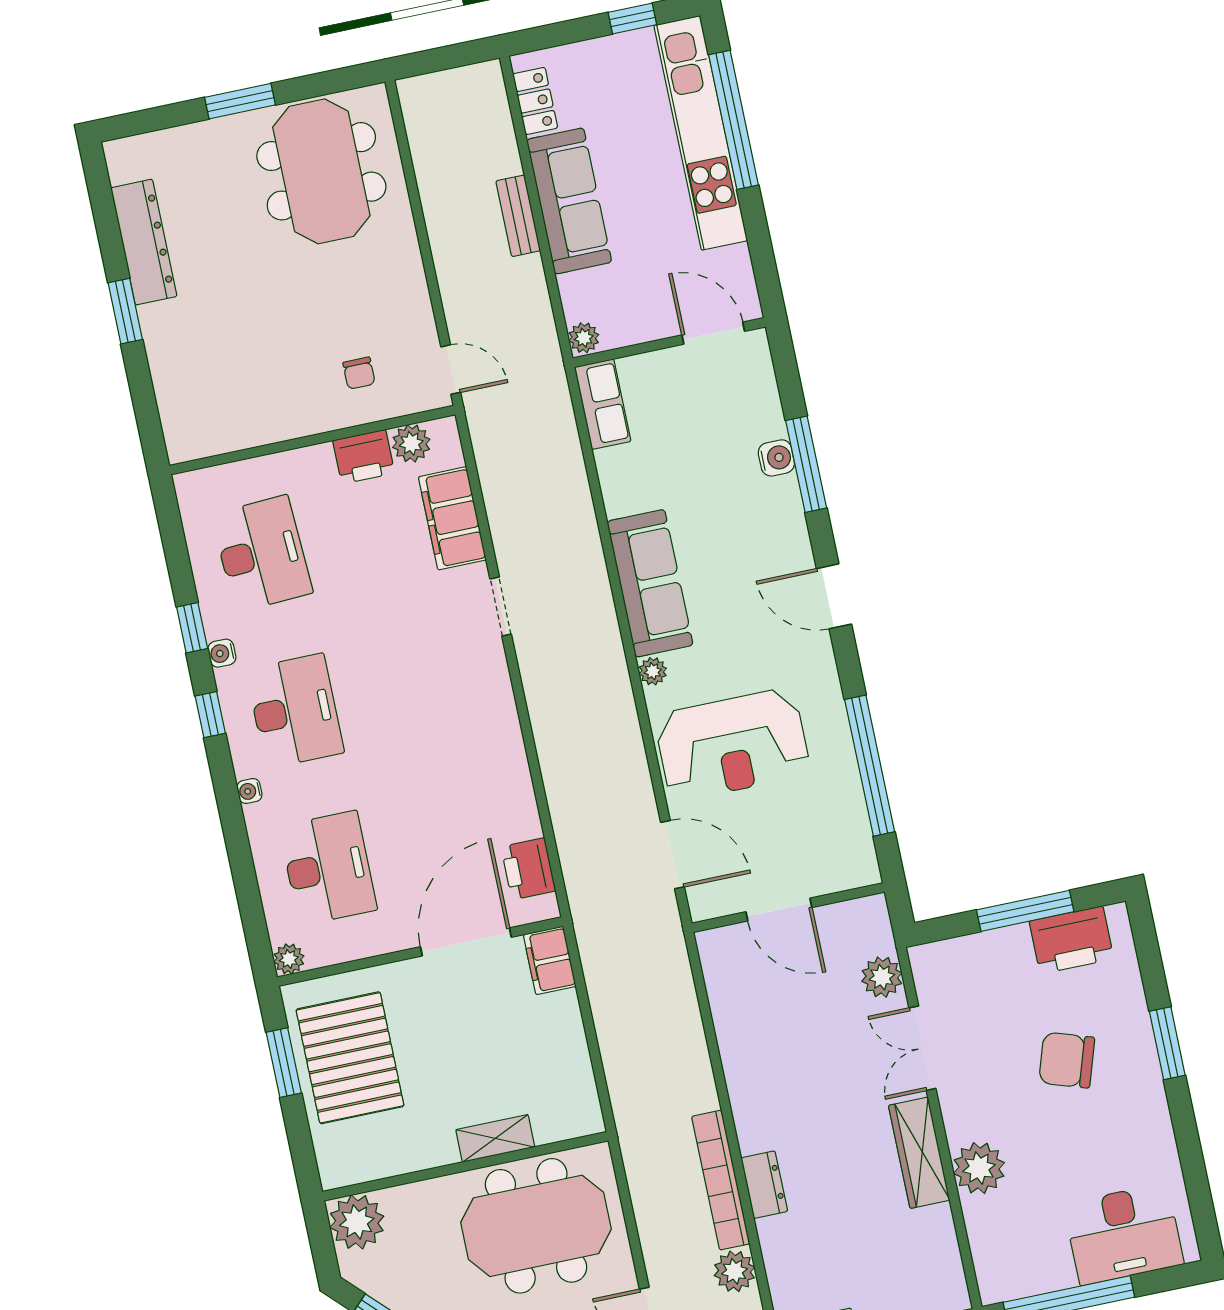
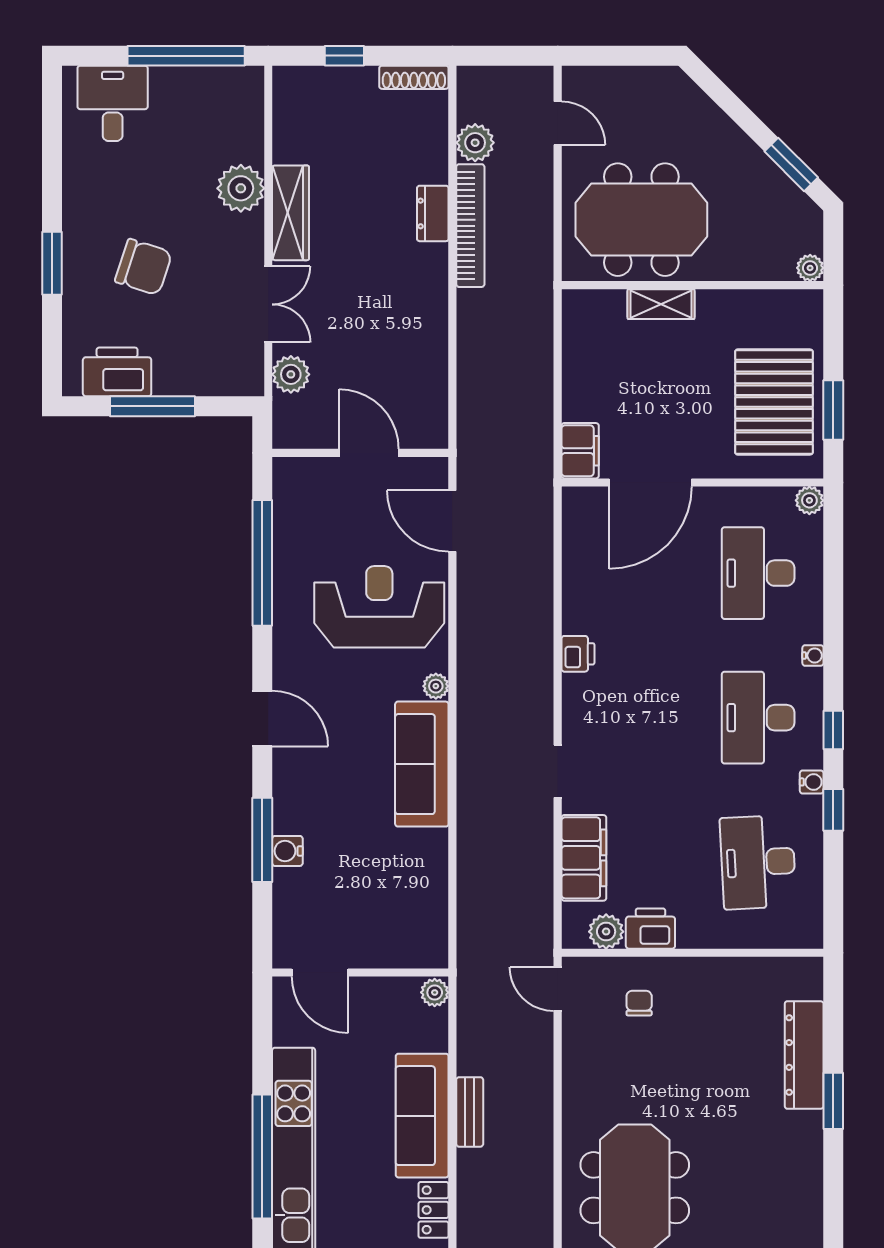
dresser: (144, 242) -> (804, 1055), moved
row of seats: (603, 404) -> (430, 931), removed
printer: (528, 869) -> (578, 654), moved, width x0.73, depth x0.81
plant: (357, 1222) -> (810, 268), width x0.53, depth x0.53
desk: (1124, 1234) -> (113, 103), width x0.73

